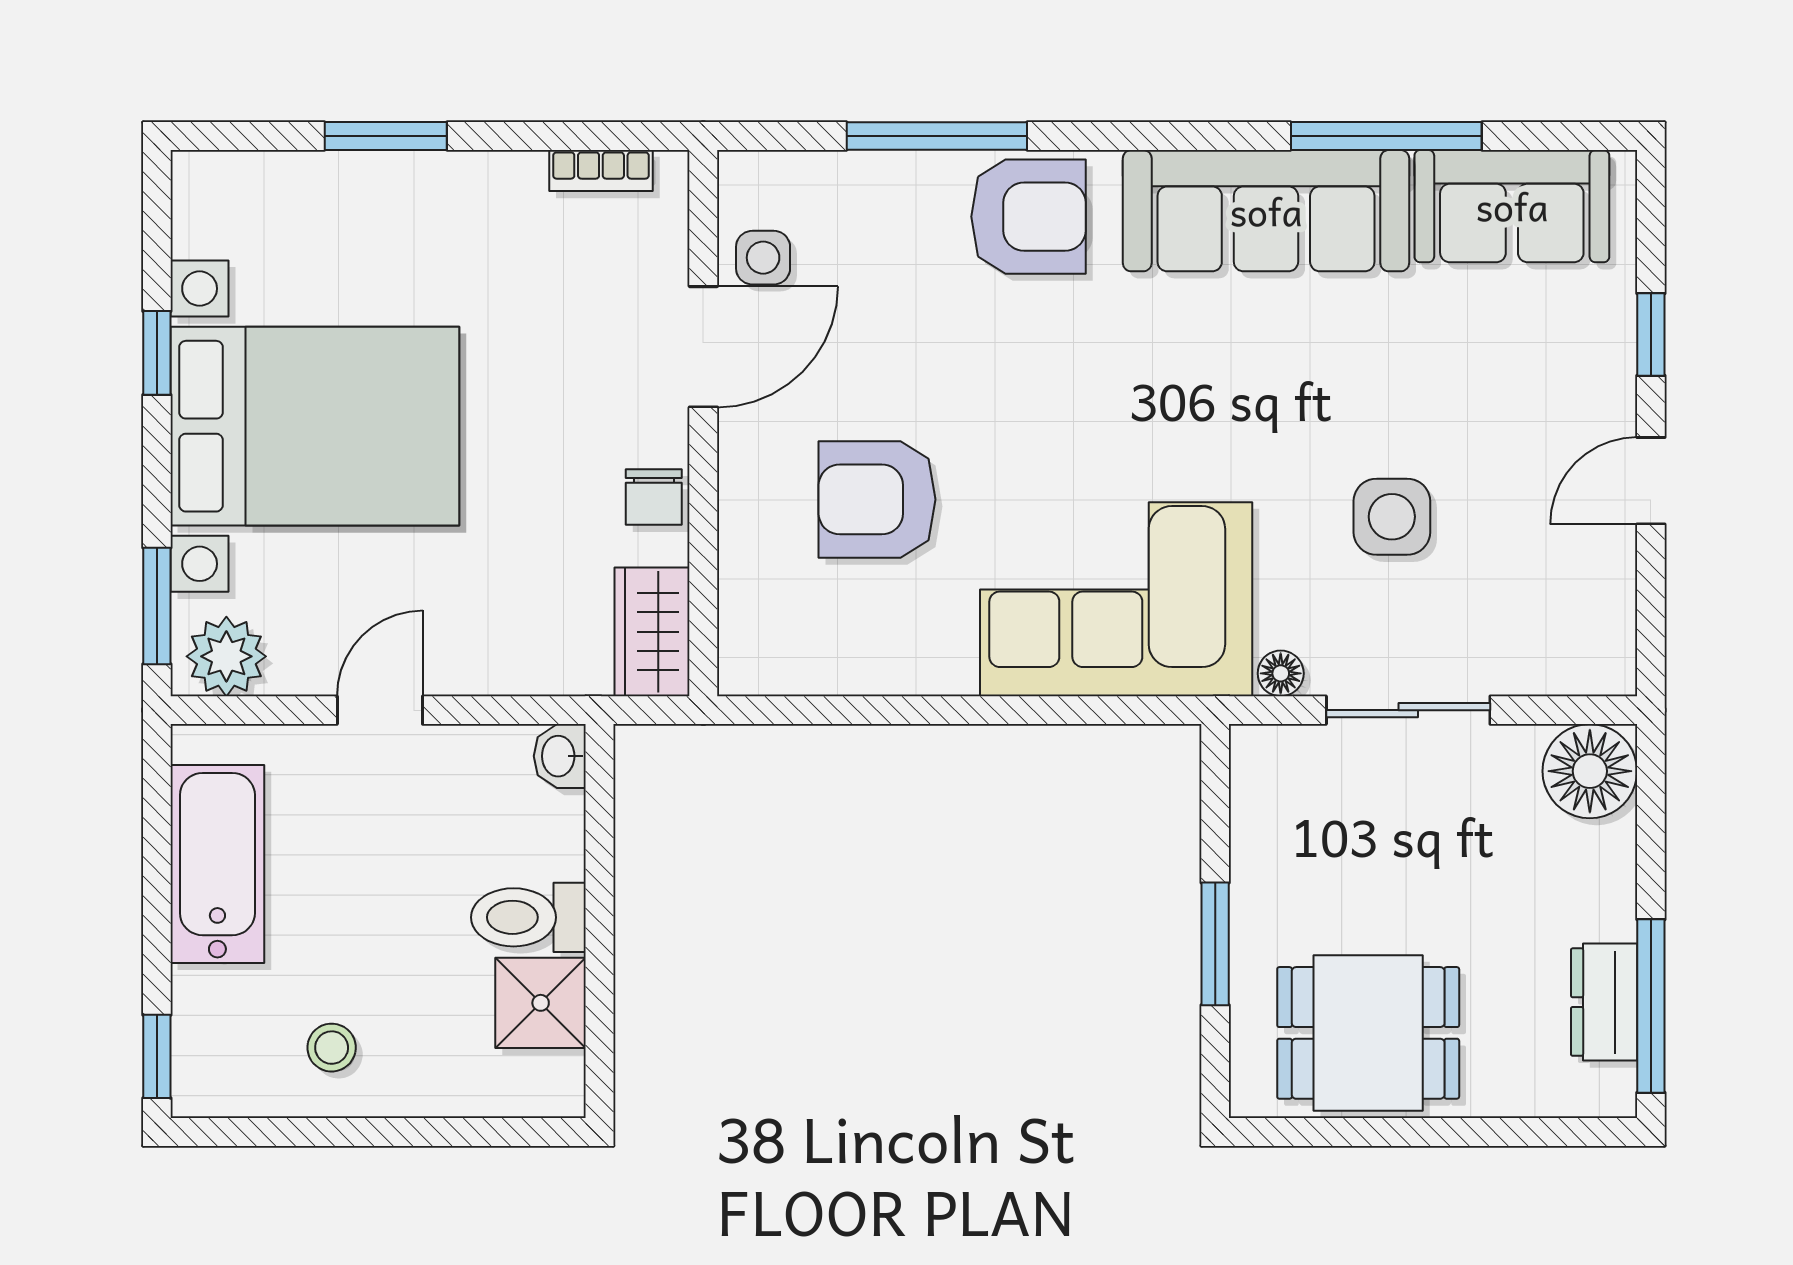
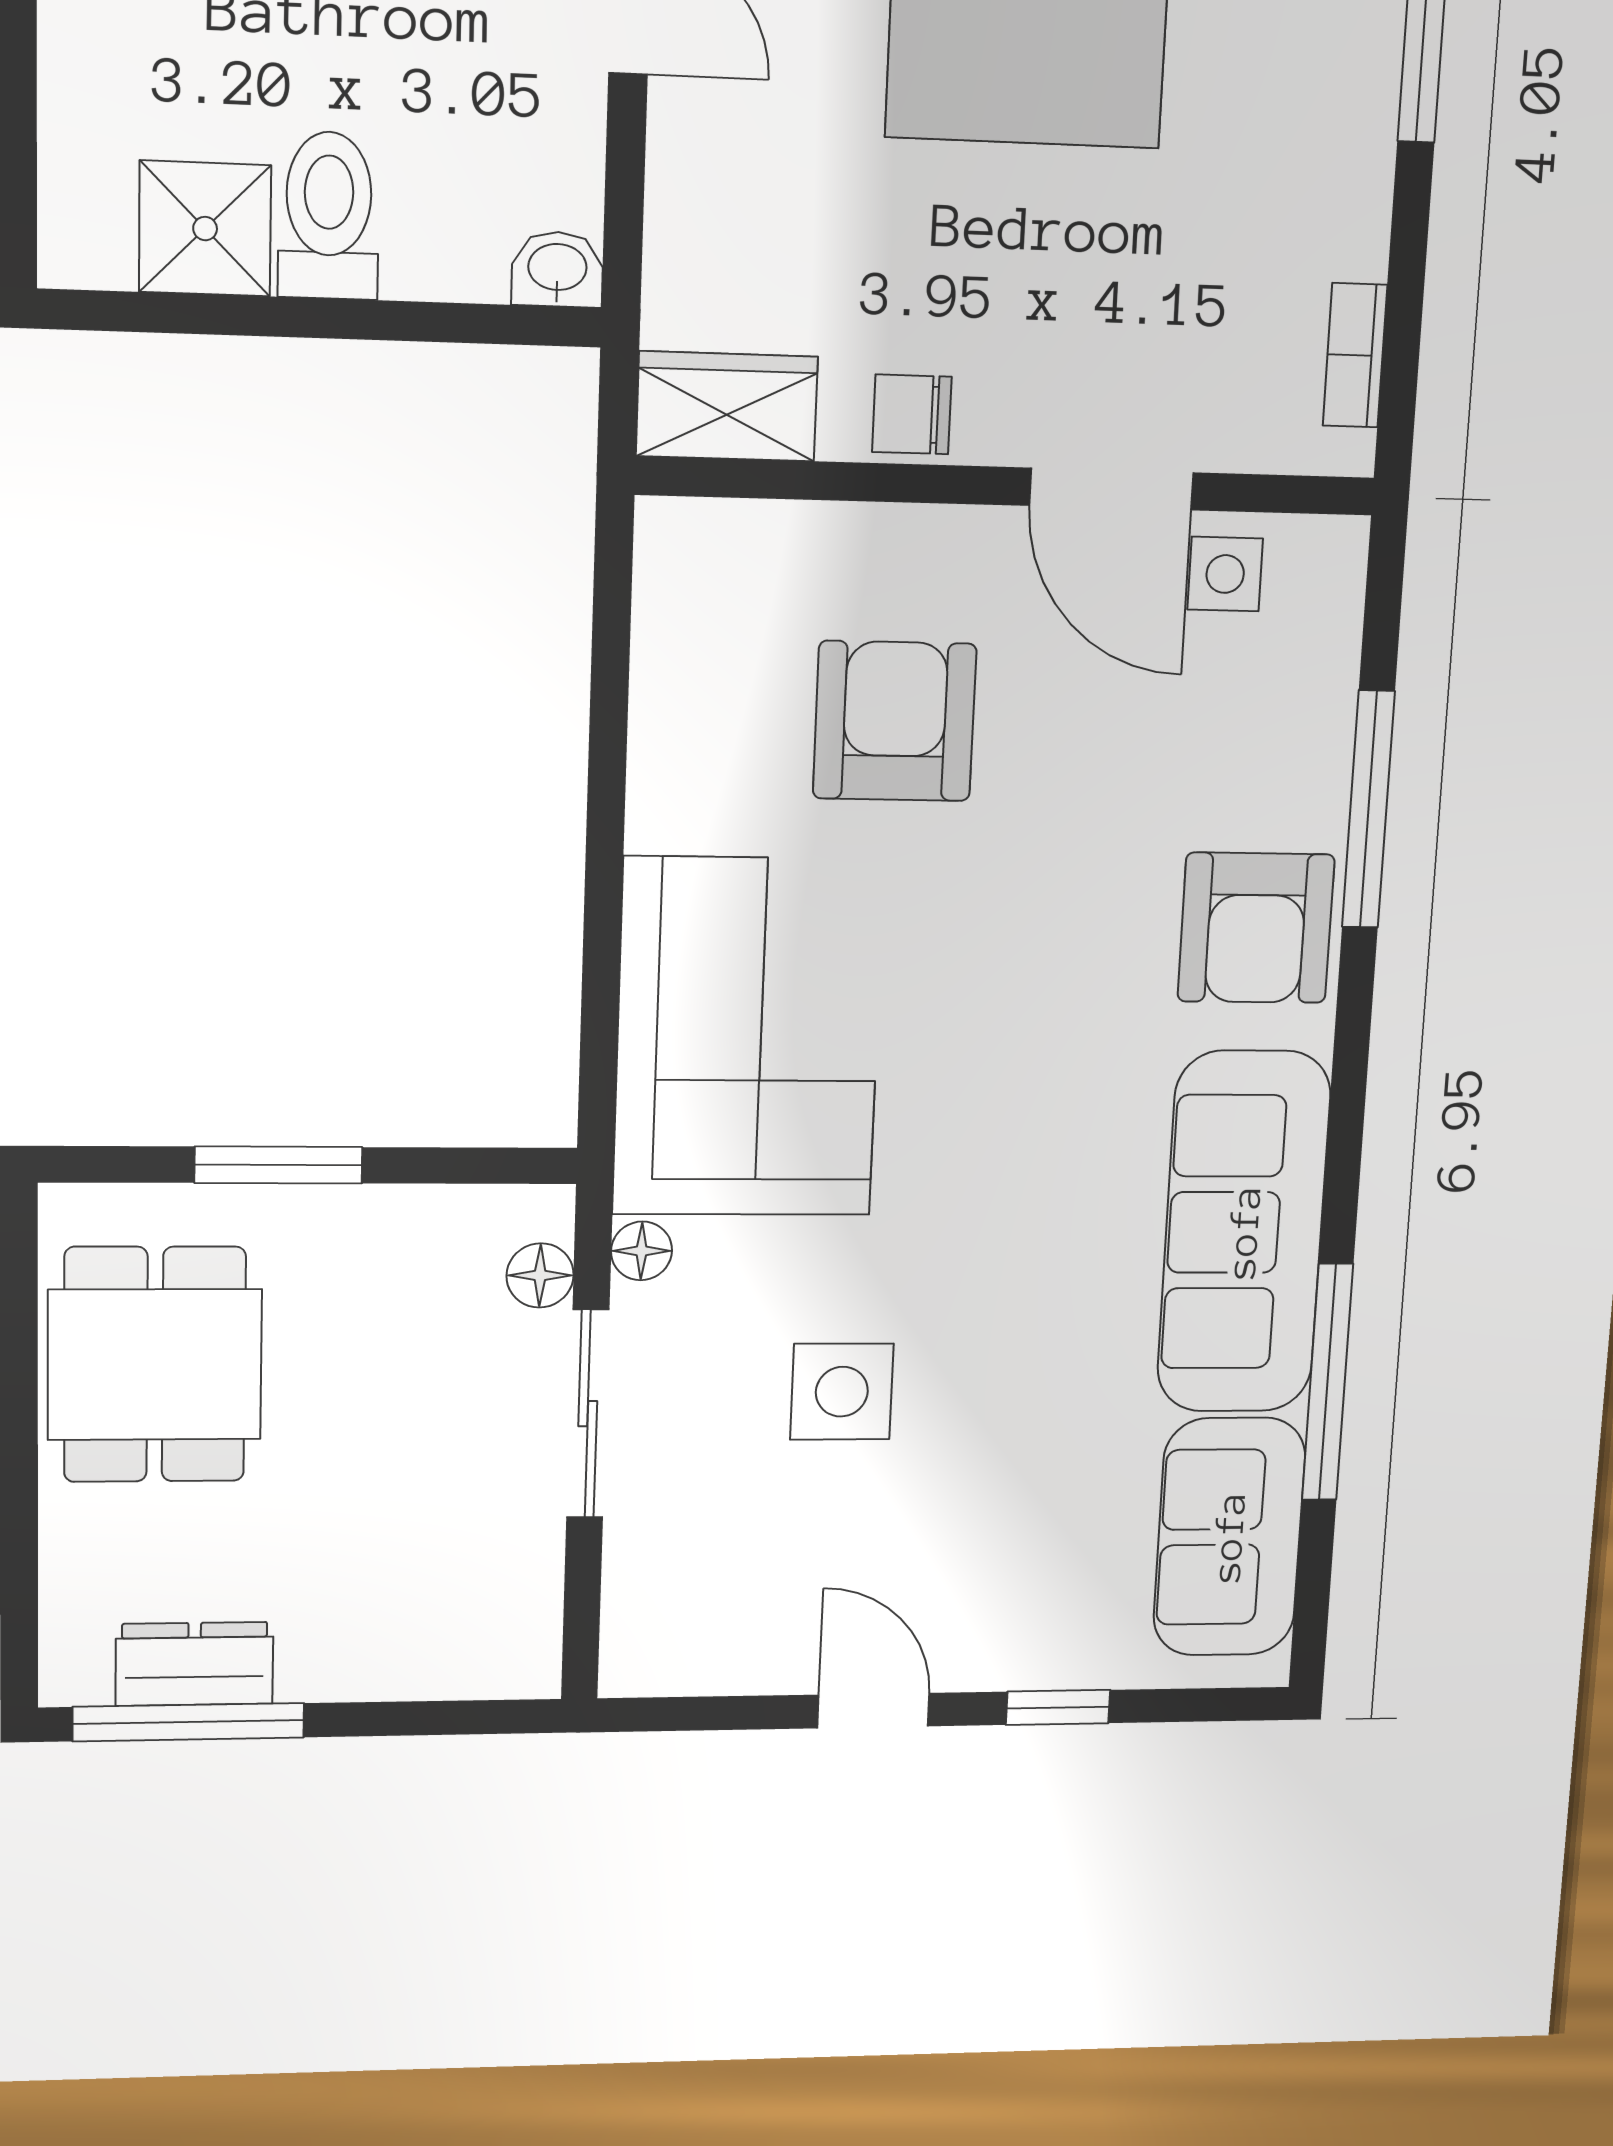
floor lamp: (1590, 771) -> (540, 1275), moved, width x0.53, depth x0.53

